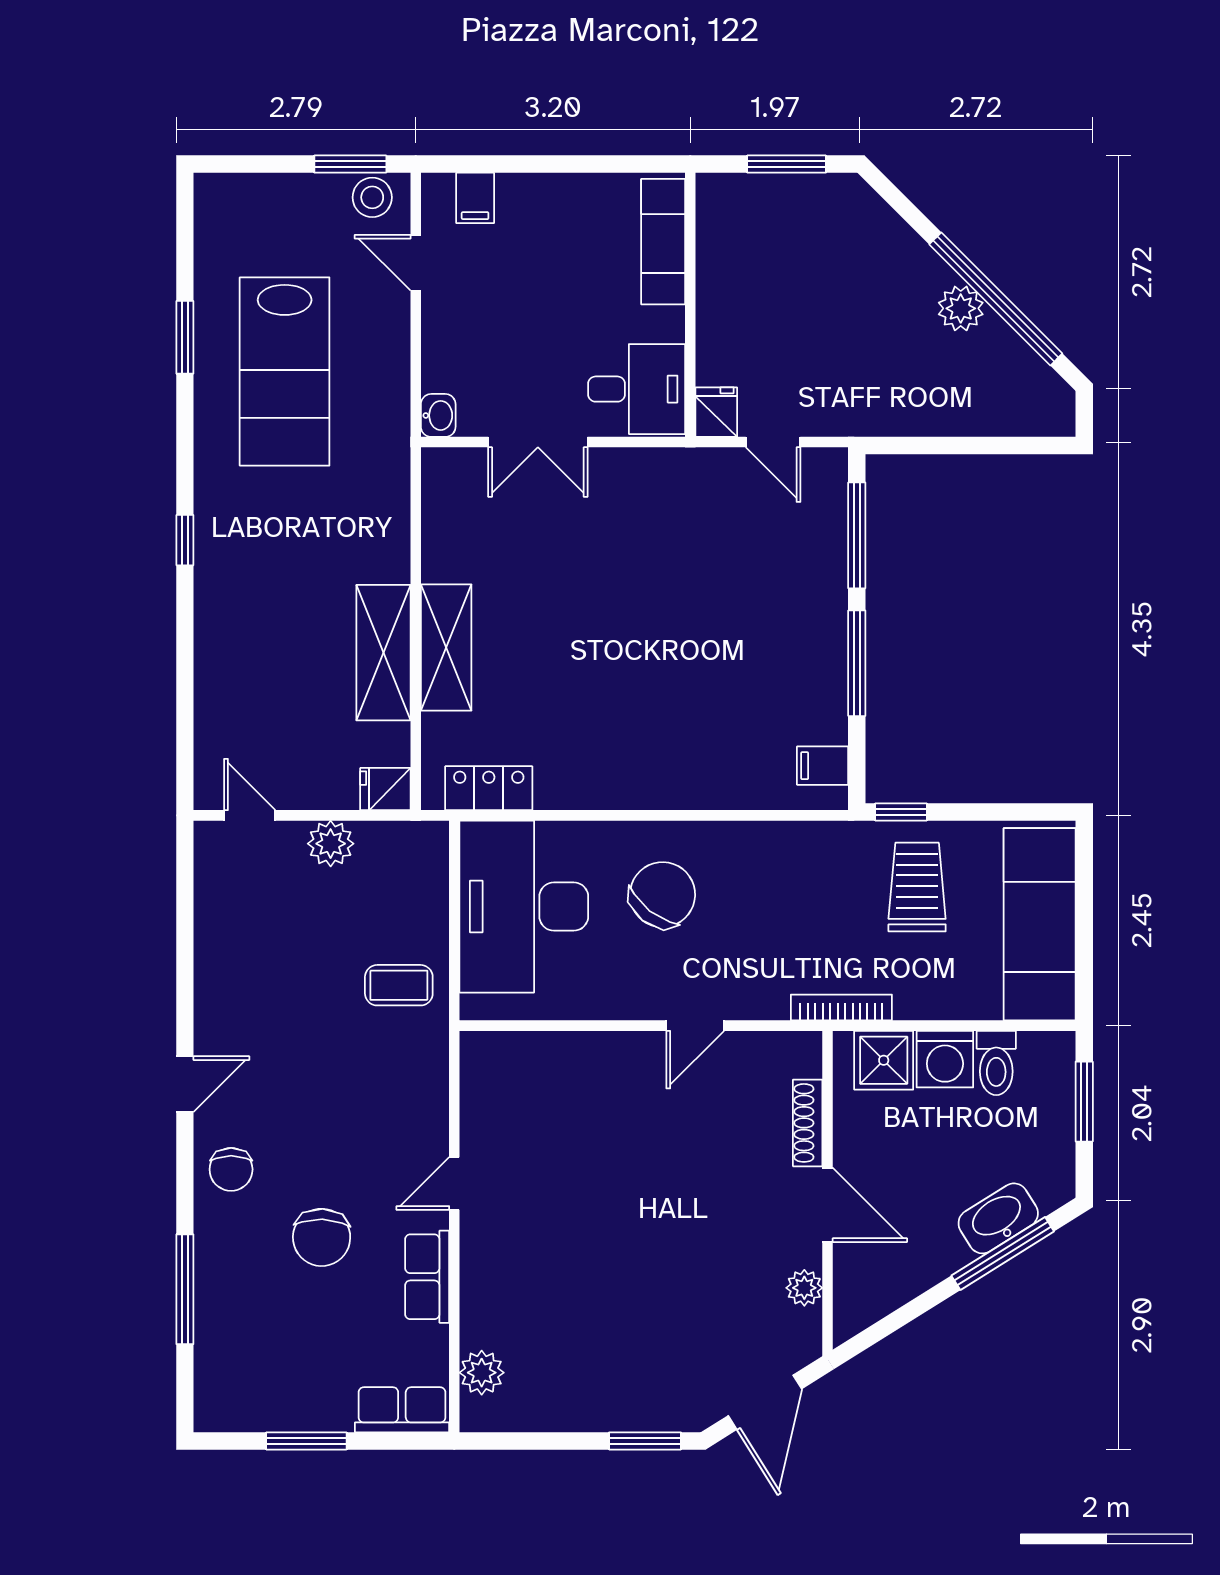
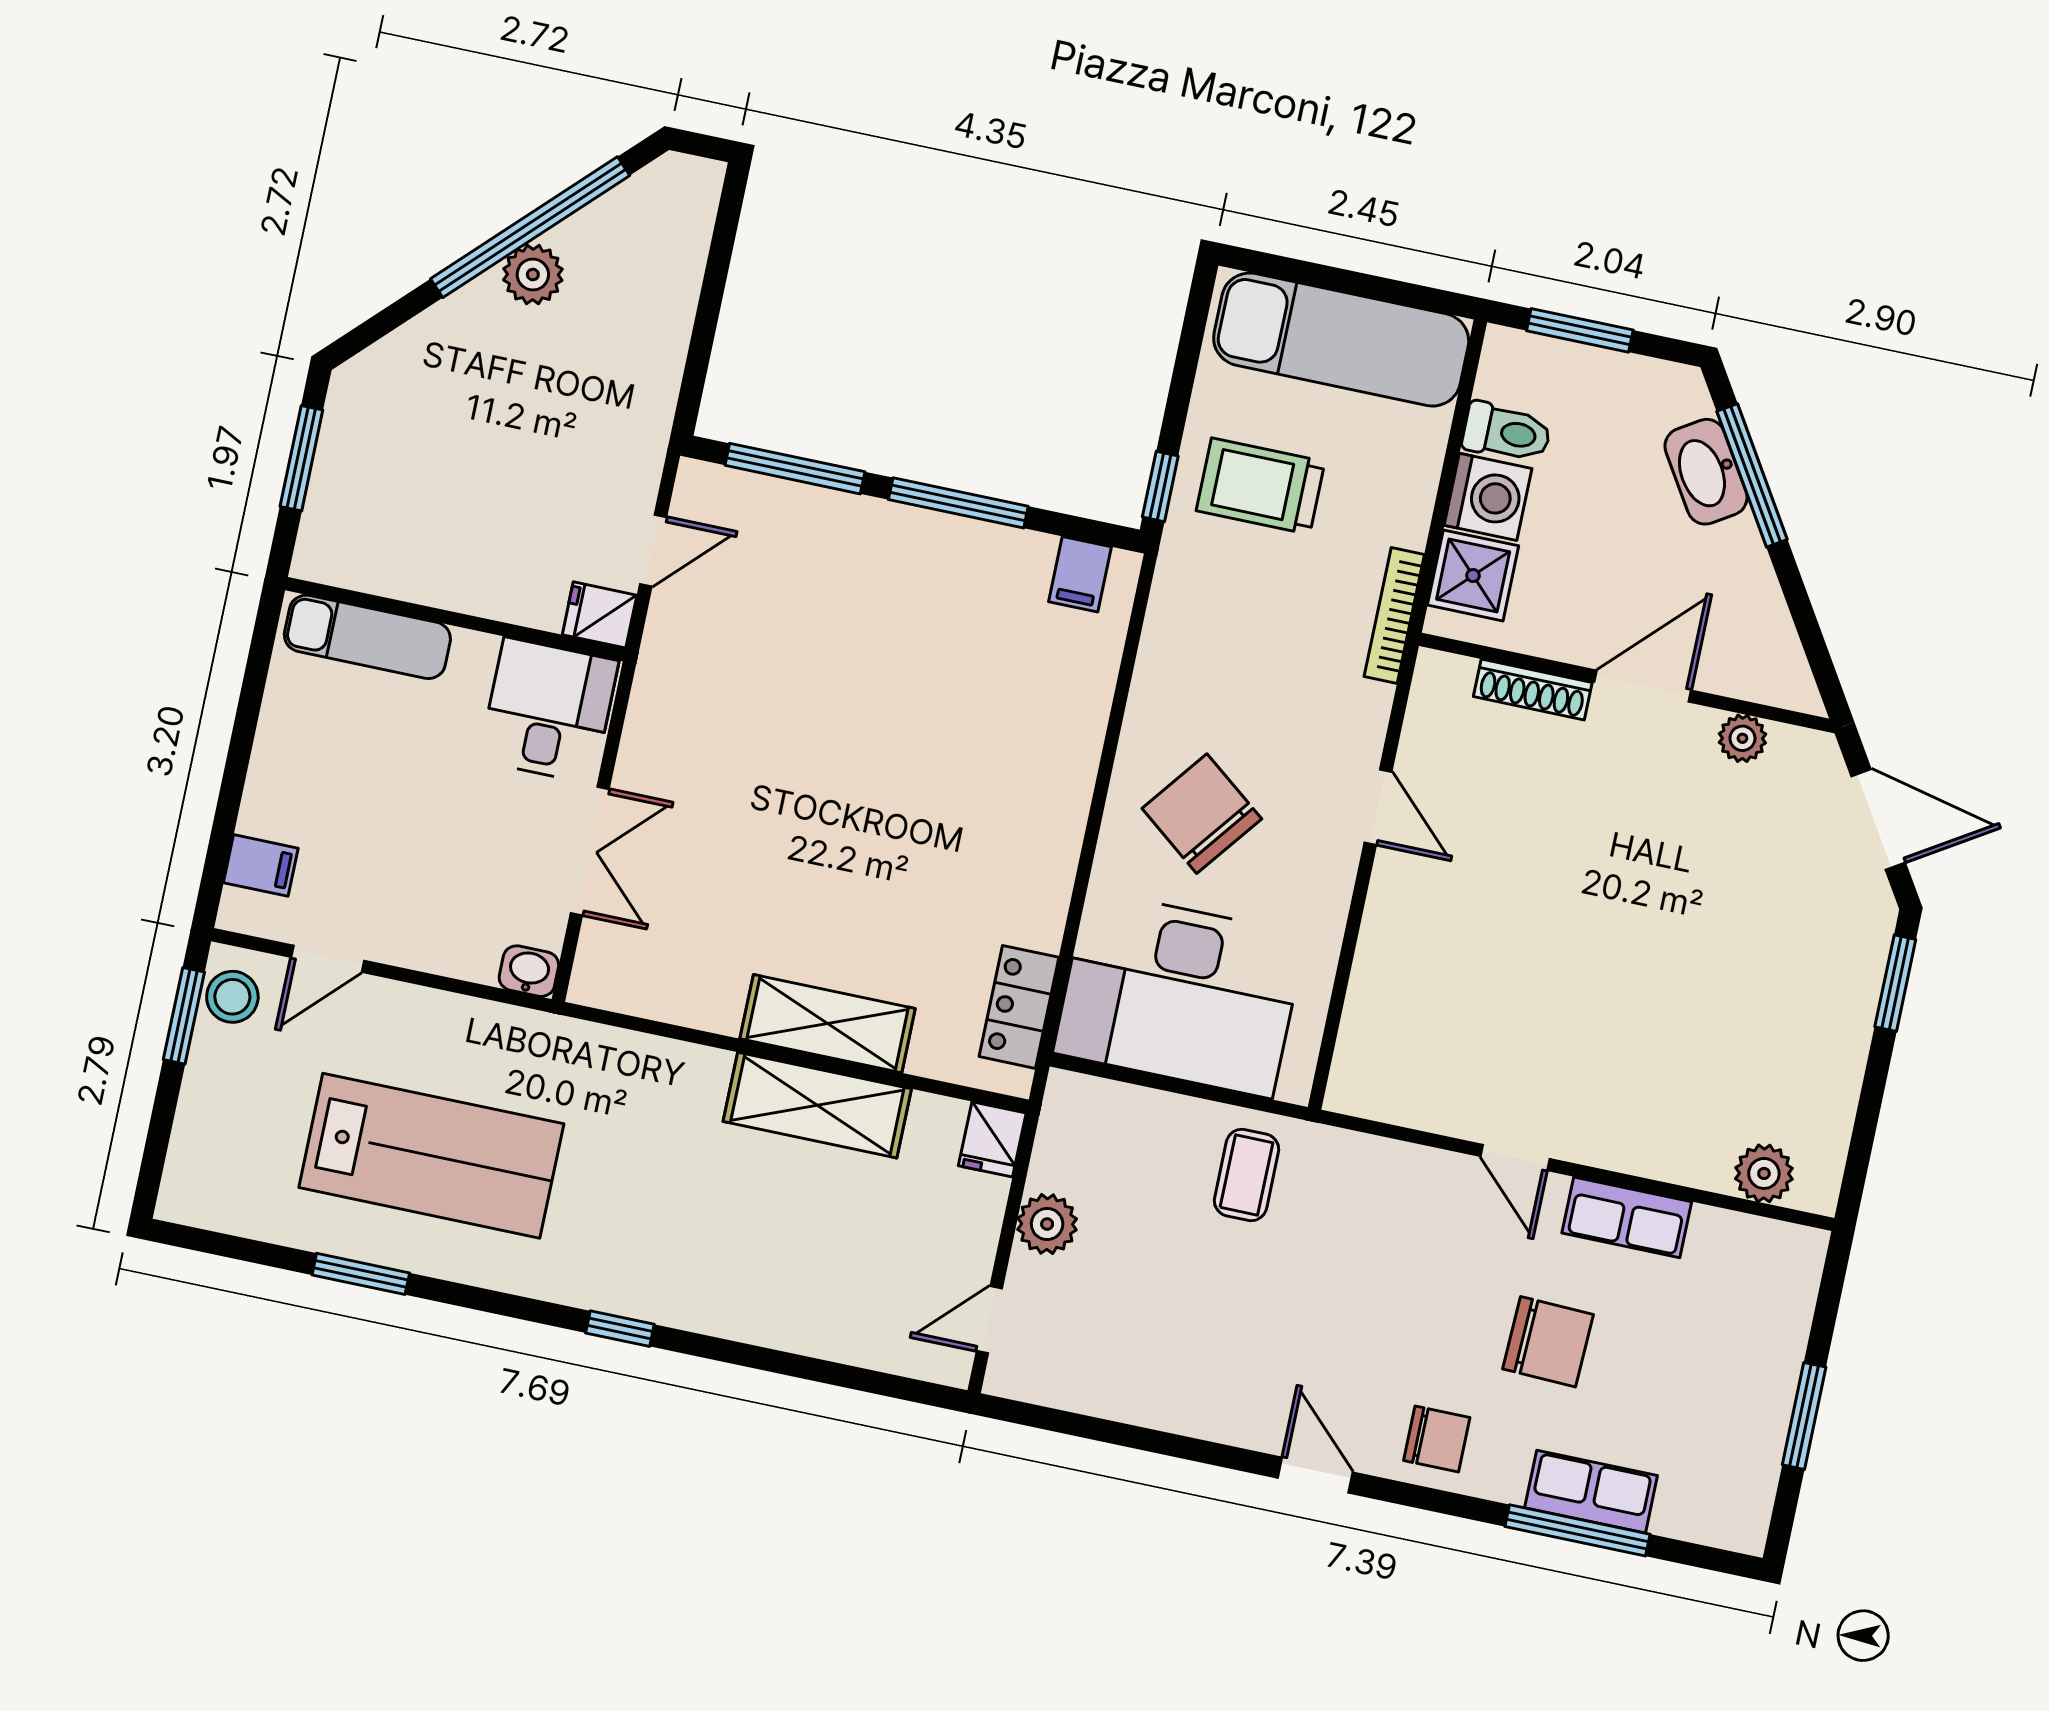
row of seats: (402, 1410) -> (1591, 1492), moved, turned 90

